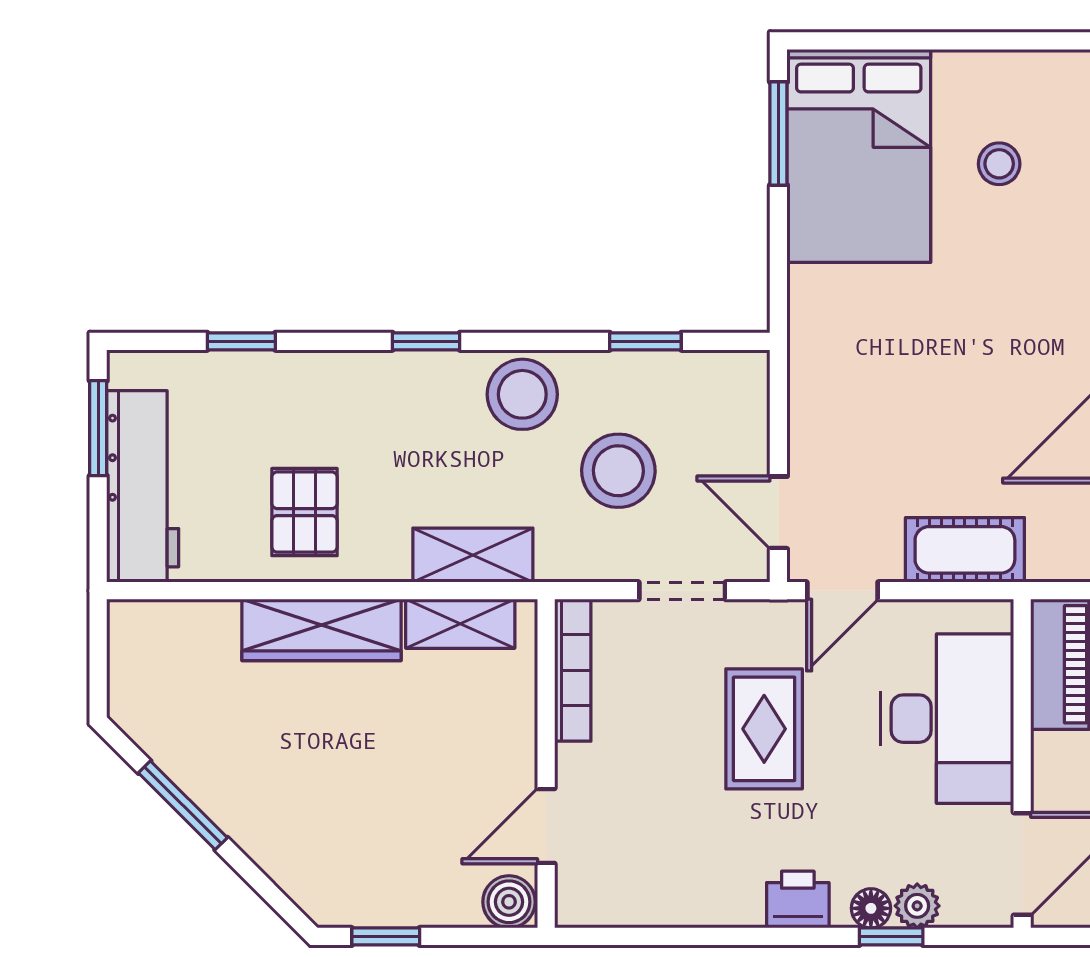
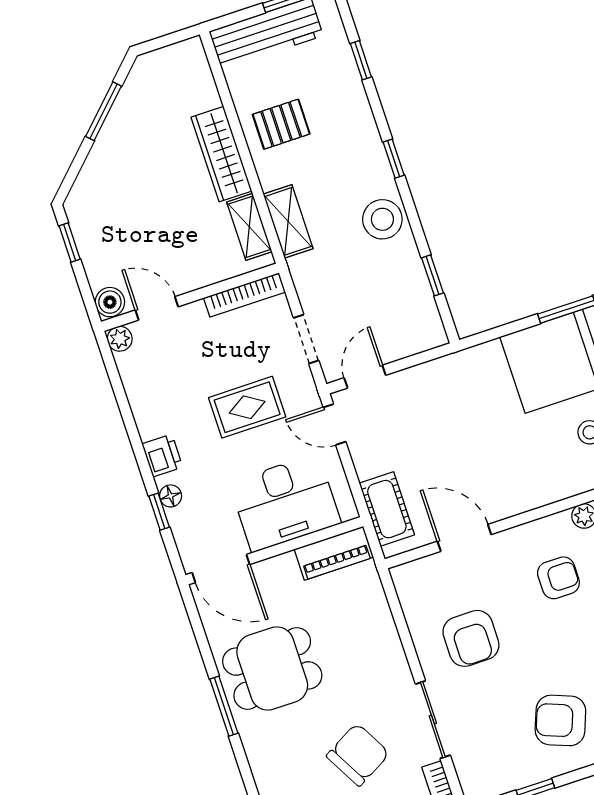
stool: (618, 471) -> (359, 284), removed
cot: (965, 550) -> (387, 509), moved
plant: (917, 906) -> (120, 339), moved

